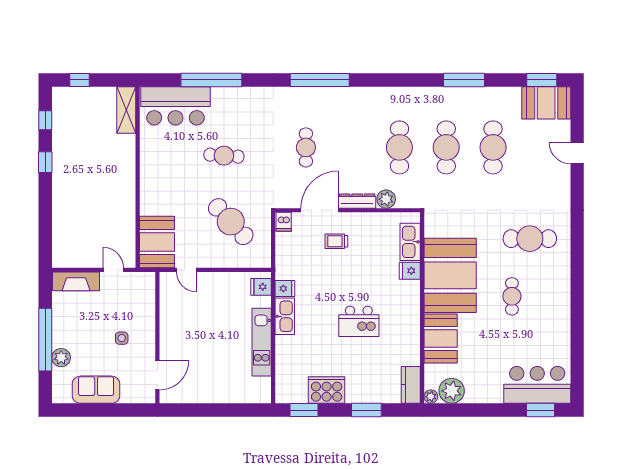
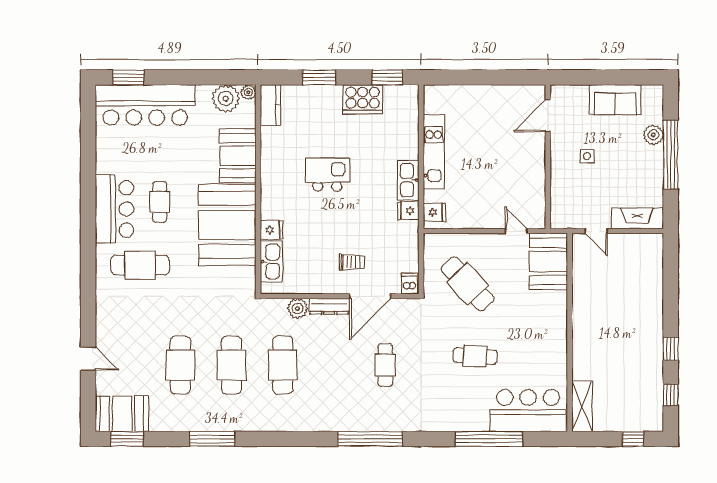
bar counter: (553, 290) -> (115, 209), added
bar counter: (537, 385) -> (145, 105), width x1.36

